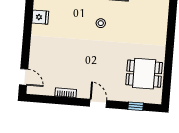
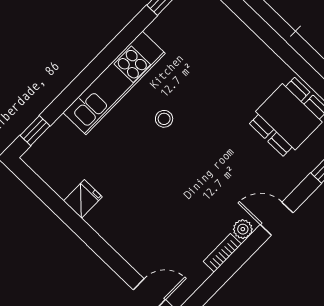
plant: (82, 93) -> (243, 229), added

